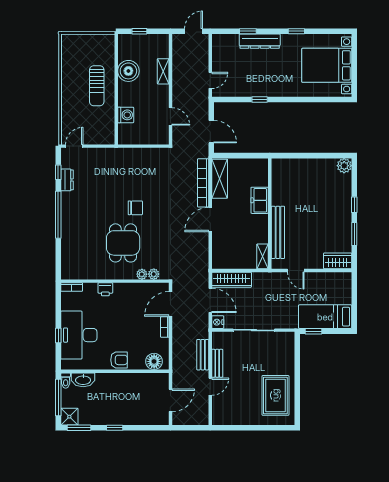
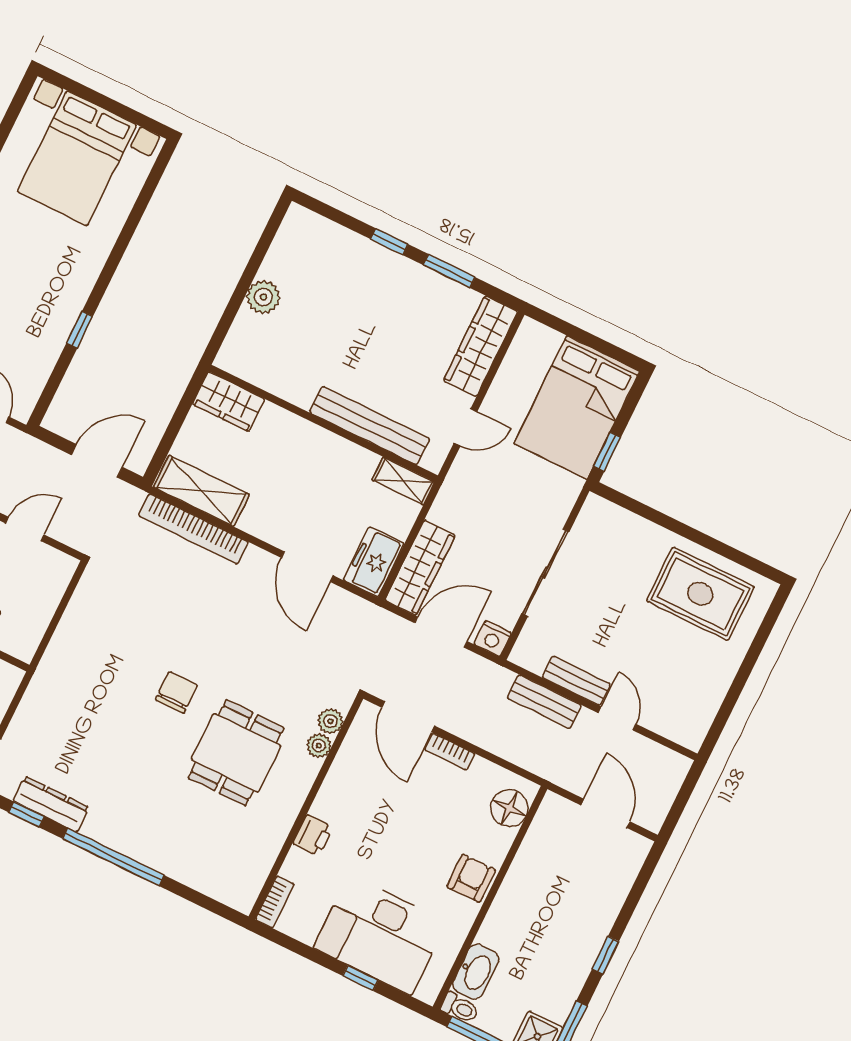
plant: (344, 166) -> (263, 297), moved
wardrobe: (260, 172) -> (229, 402), added
dresser: (67, 180) -> (51, 804), width x1.44
freezer: (260, 200) -> (374, 562), moved, turned 90
door: (210, 220) -> (307, 567), moved
dining table: (123, 243) -> (236, 753), turned 90
wardrobe: (338, 261) -> (481, 346), width x1.50
bed: (325, 317) -> (577, 407), width x1.50

